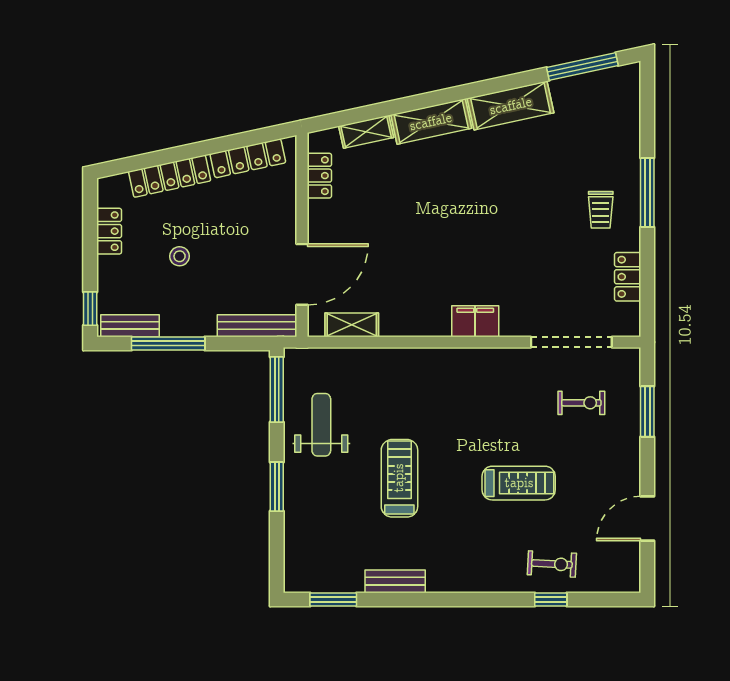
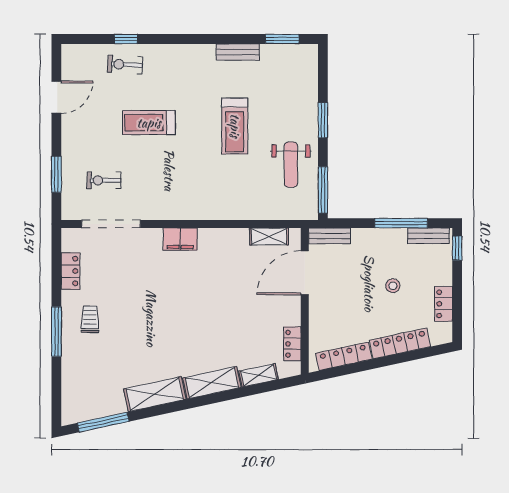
bench: (257, 326) -> (330, 236), width x0.73

